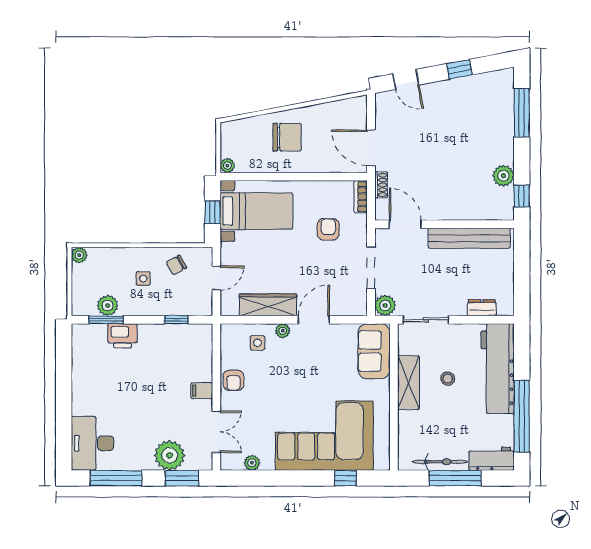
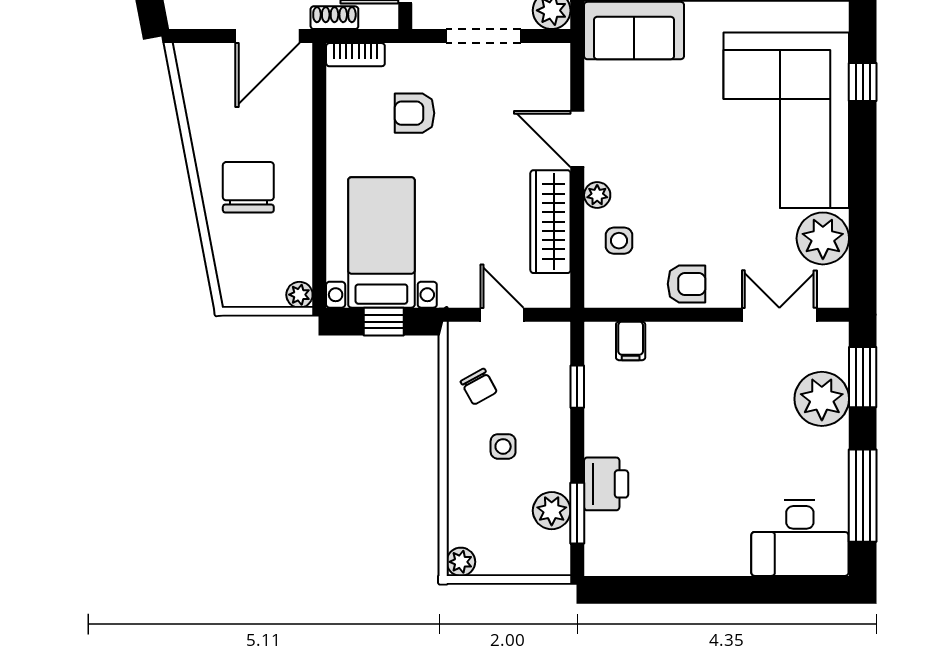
filing cabinet: (202, 391) -> (631, 341), moved
plant: (252, 463) -> (823, 238), width x1.88, depth x1.88

